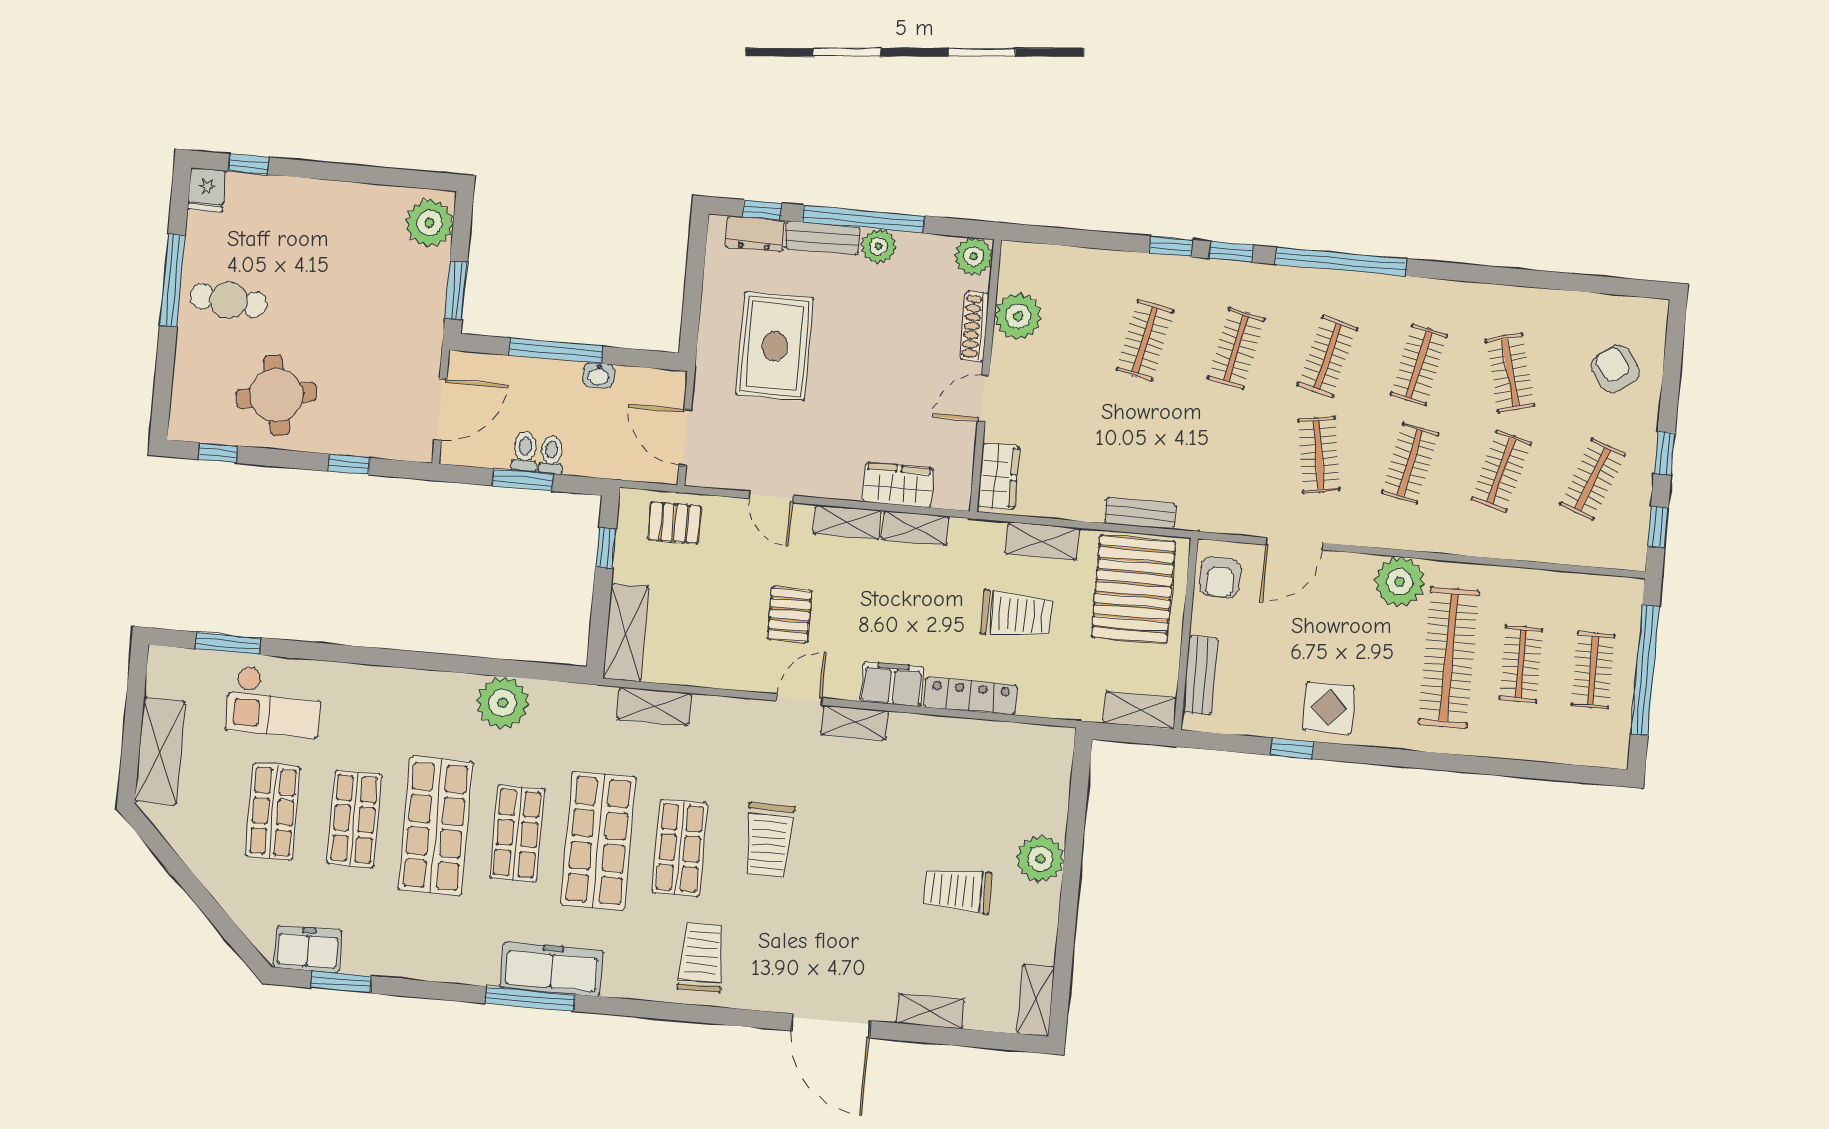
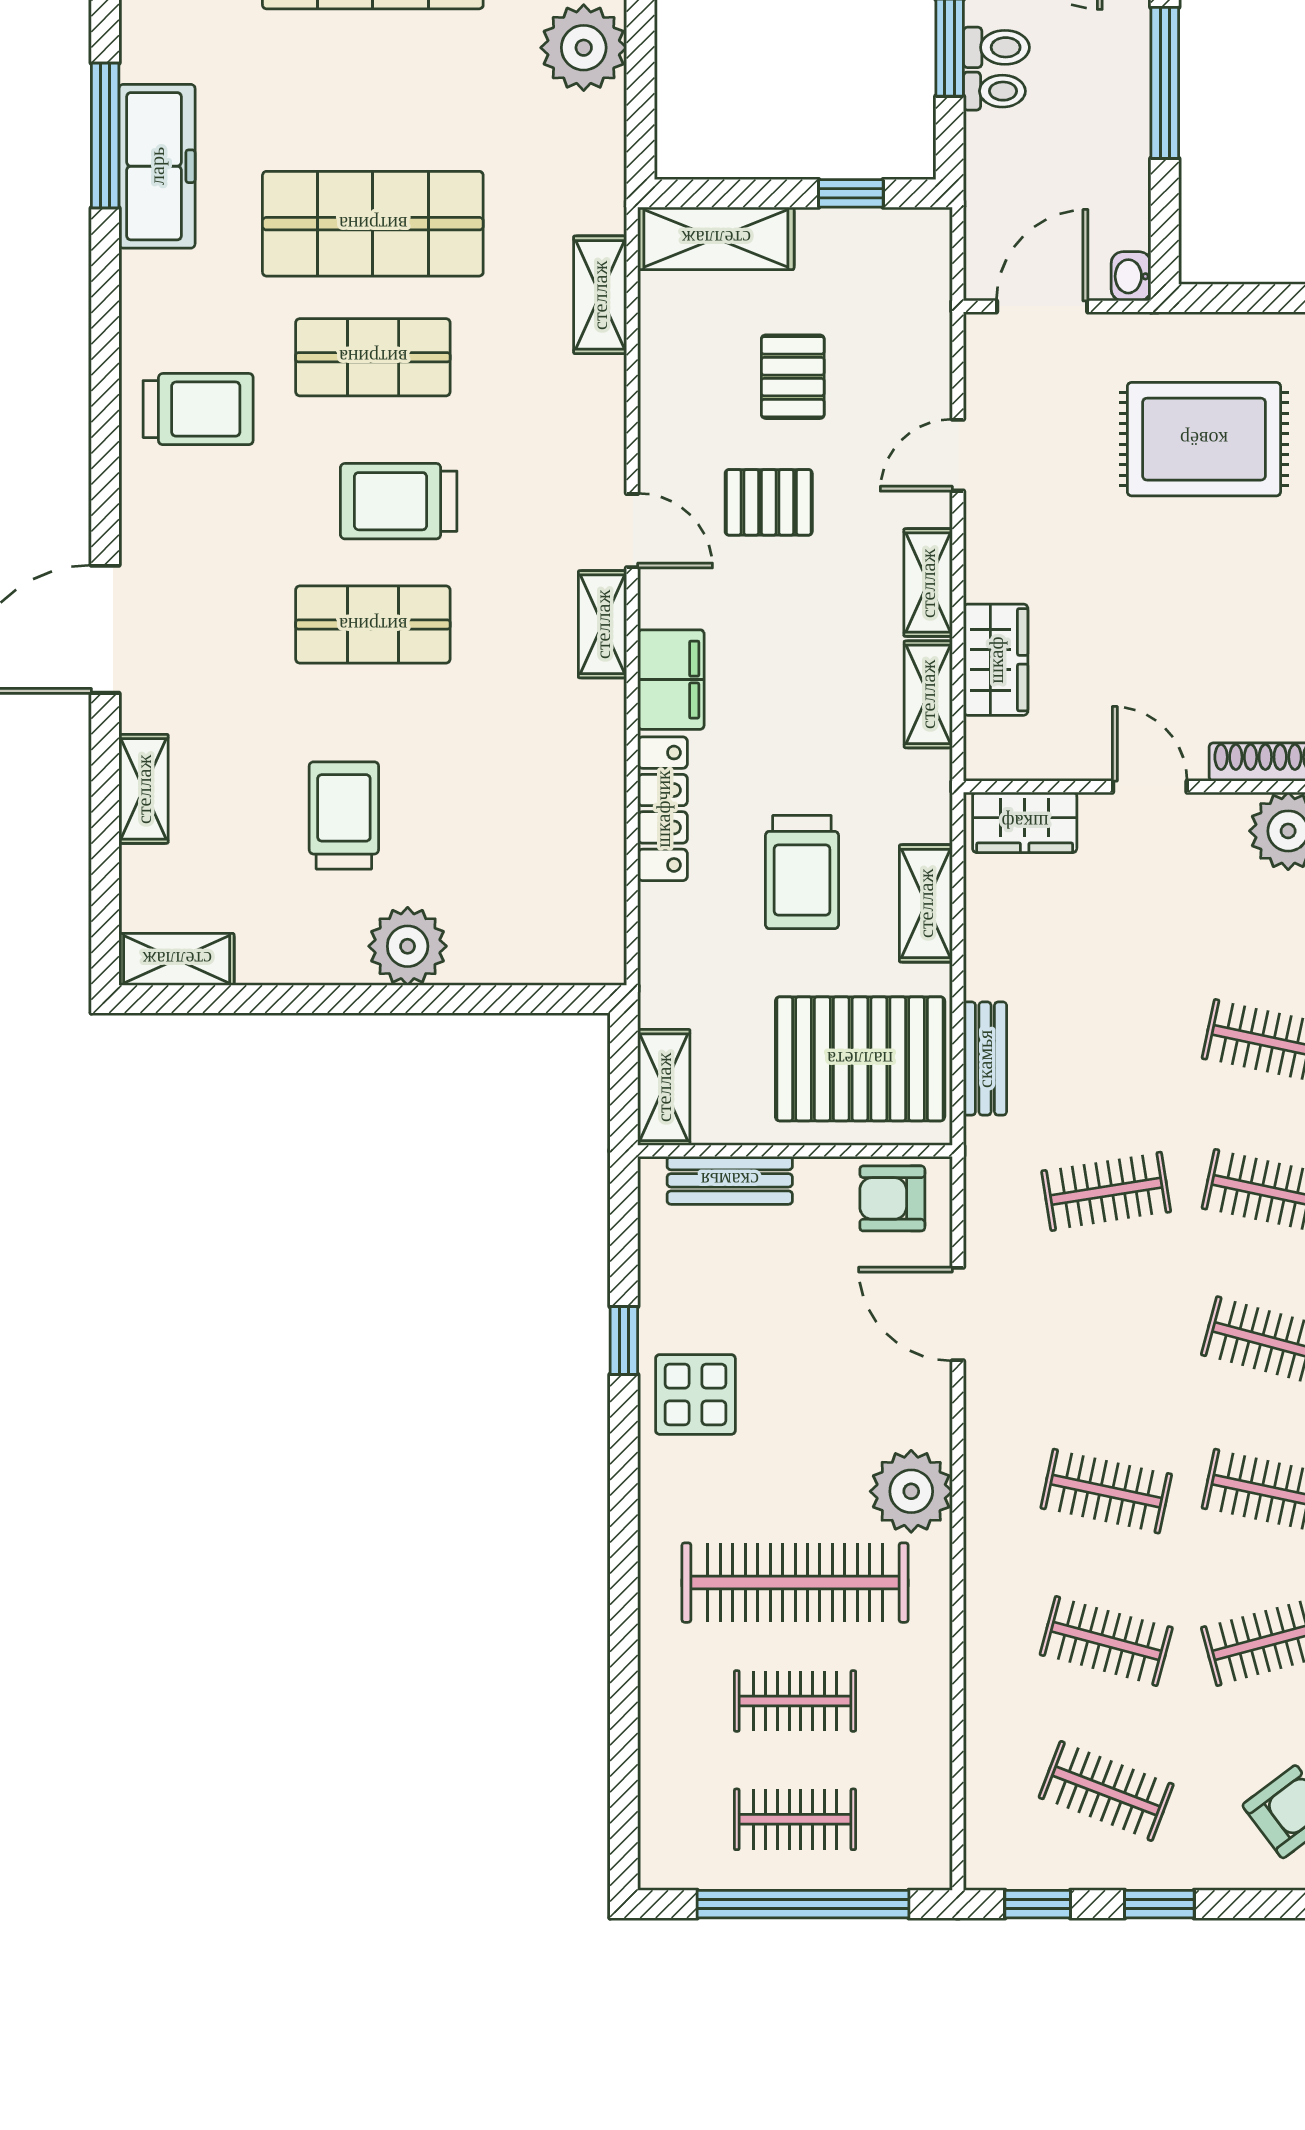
washbasin: (599, 375) -> (1131, 276), moved
clothes rail: (1319, 455) -> (1106, 1191), moved
pallet: (674, 523) -> (793, 377), moved
shop shelf: (517, 833) -> (373, 625), moved

